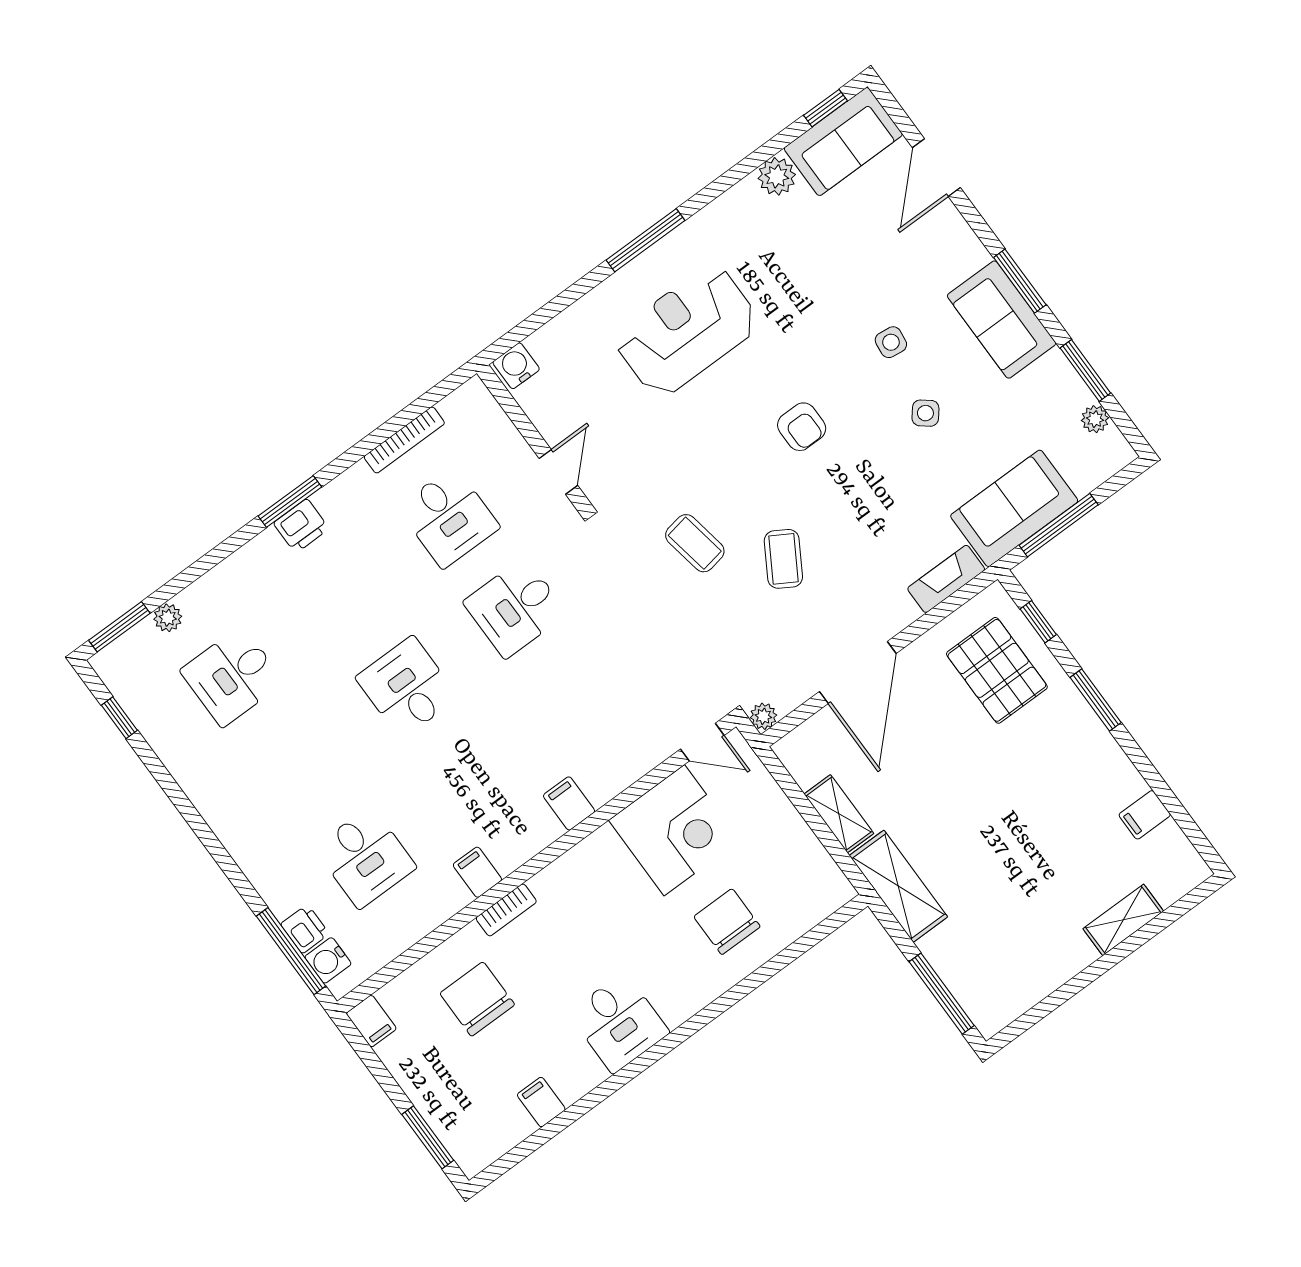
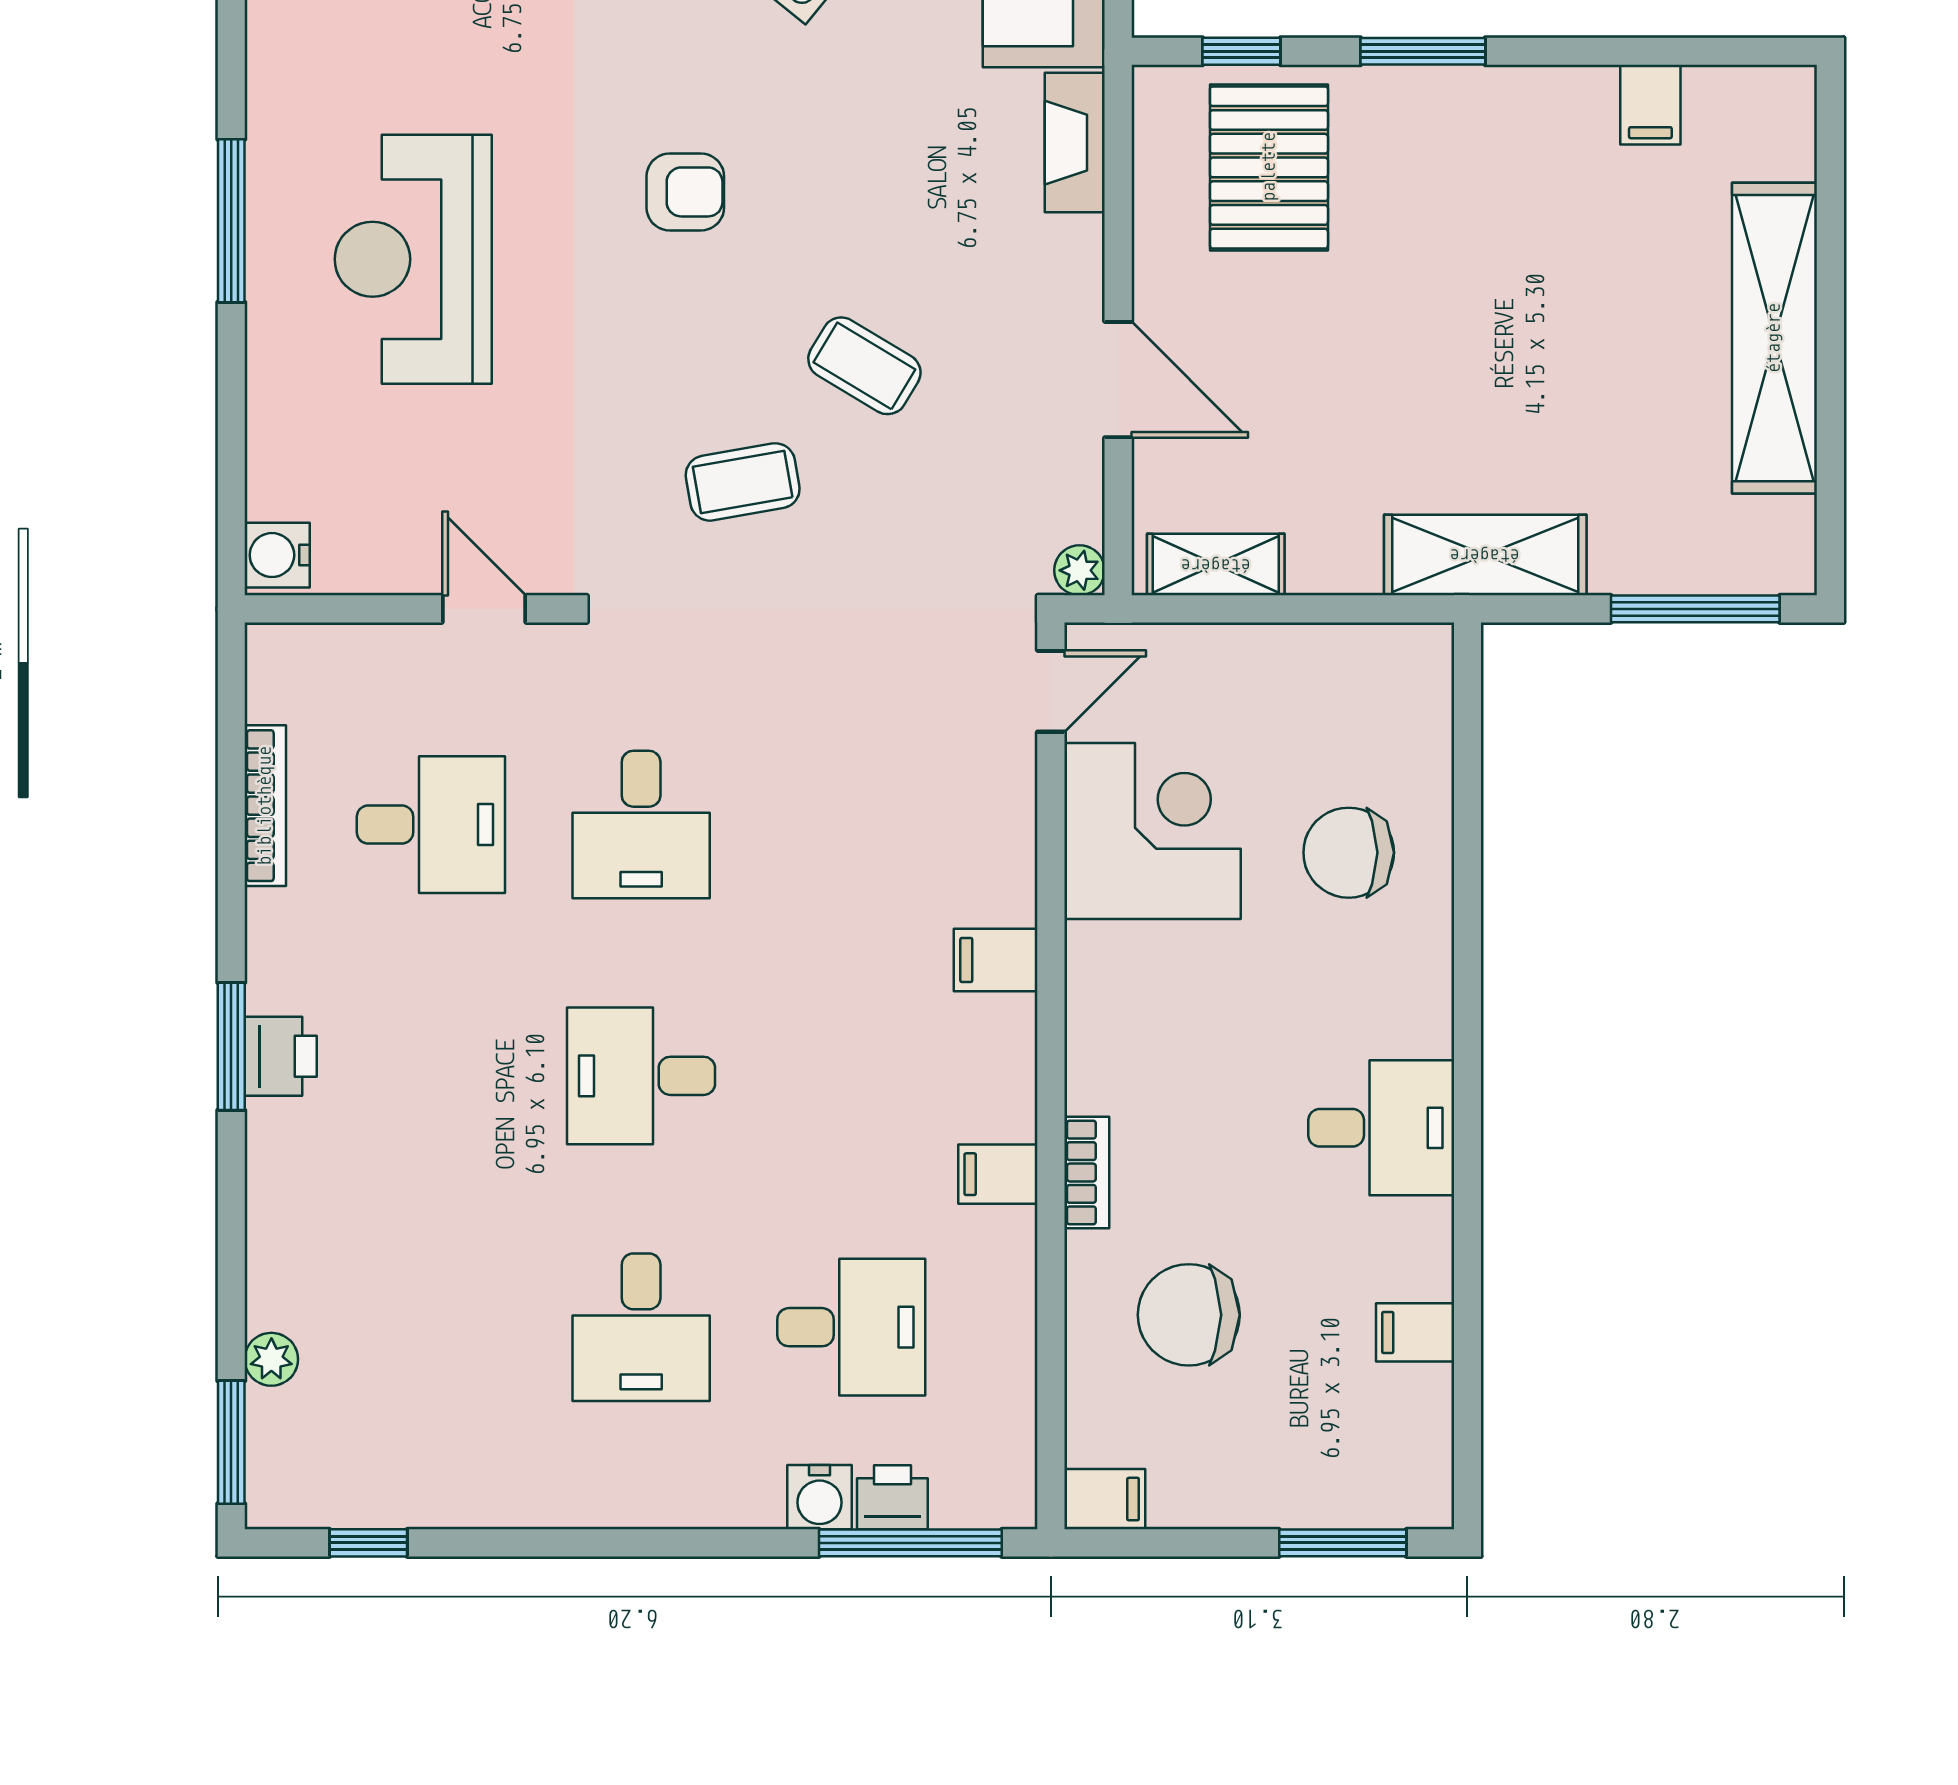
pallet: (997, 670) -> (1269, 167), turned 90
door: (858, 673) -> (1118, 380), width x0.73
desk: (232, 676) -> (641, 1327), moved
shelving: (839, 814) -> (1216, 565), moved
shelving: (1123, 920) -> (1774, 338), width x2.20, depth x1.33
water cooler: (328, 960) -> (820, 1497), moved

